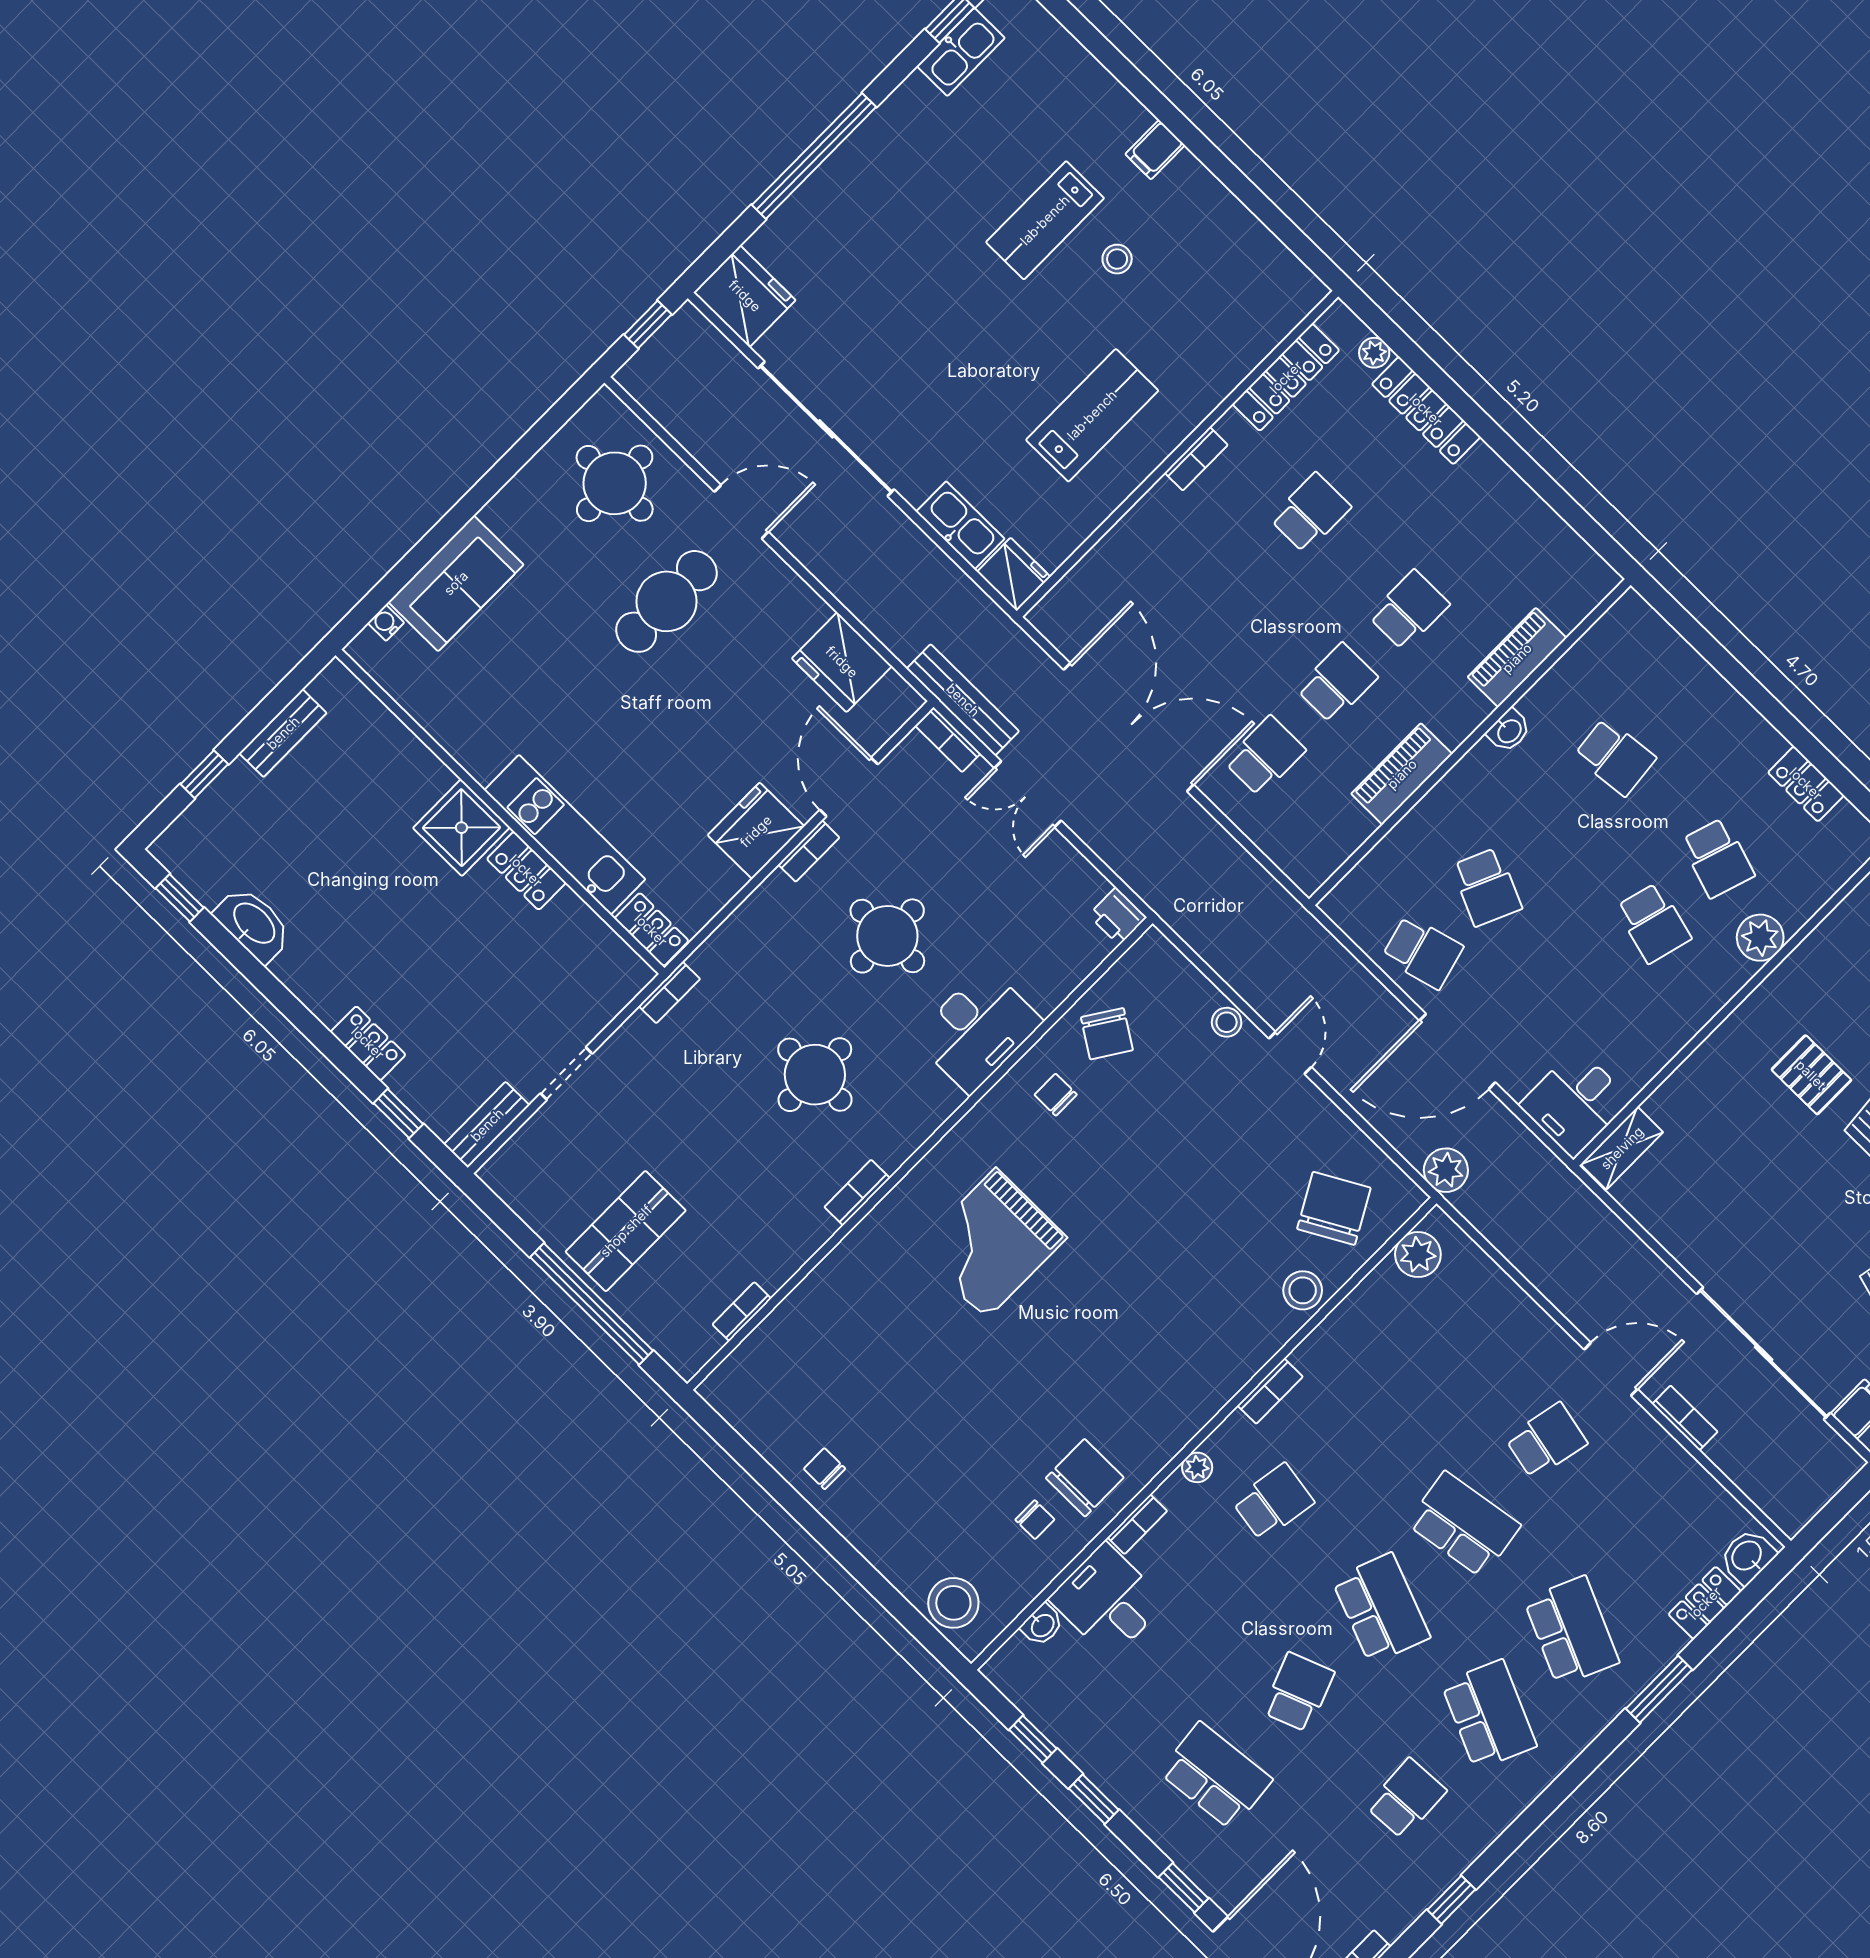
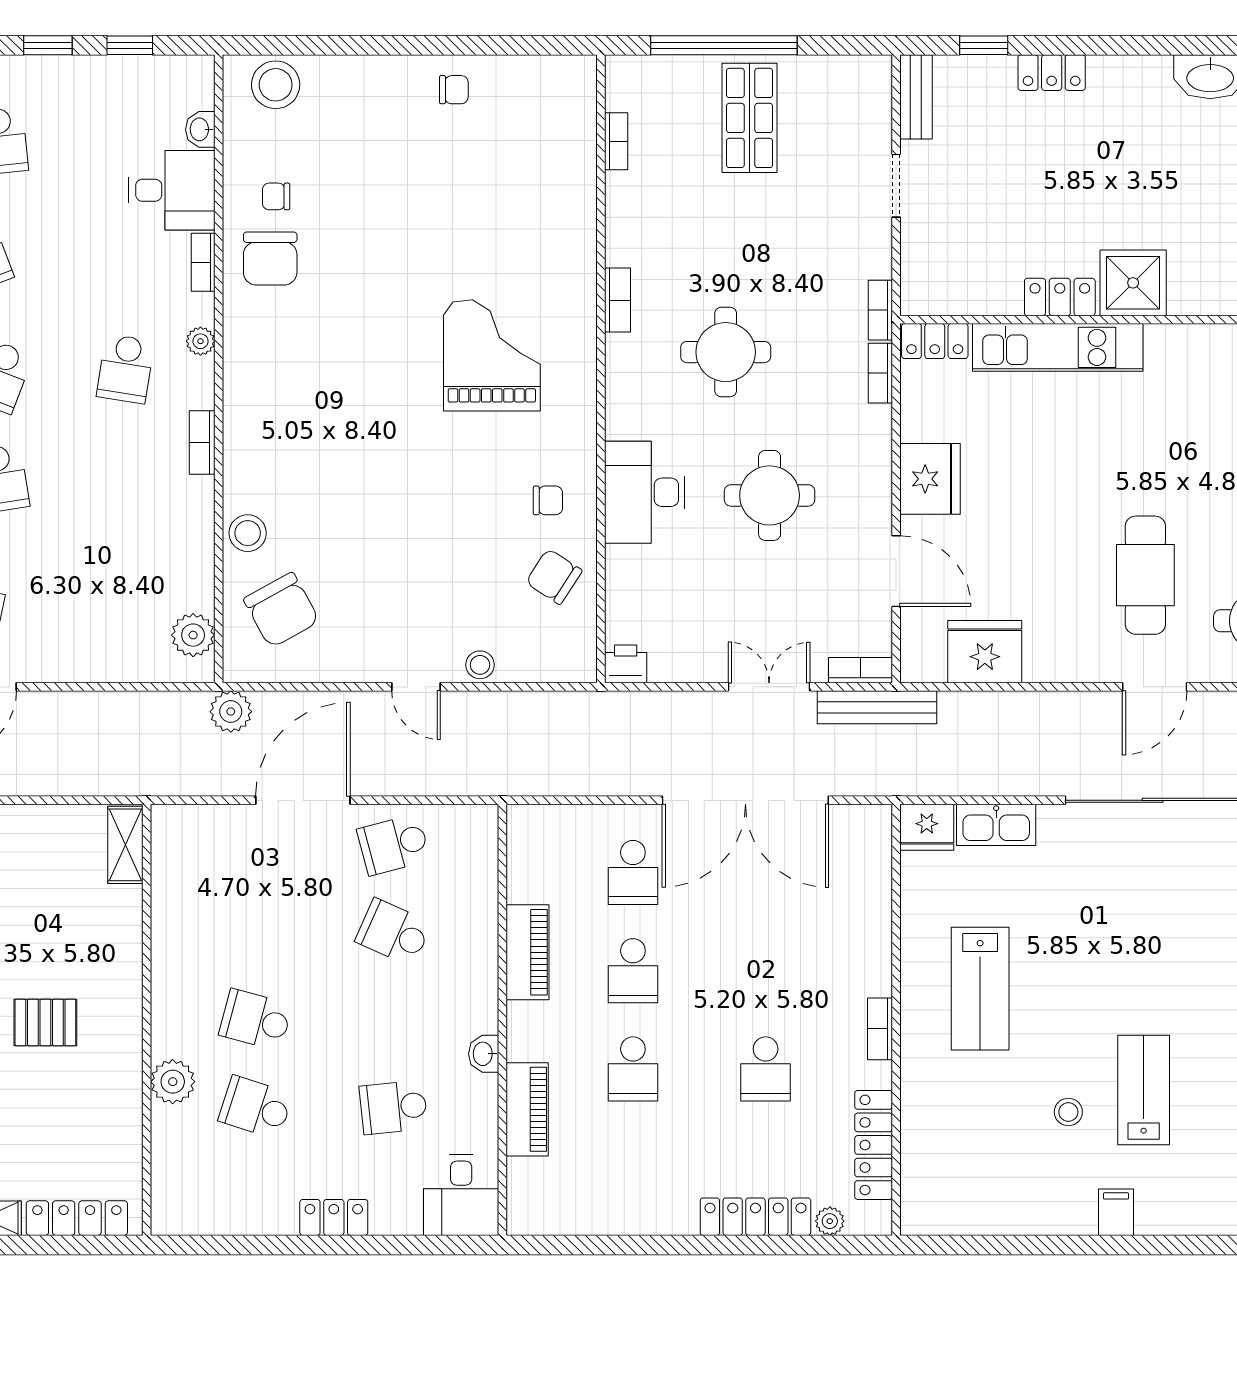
locker: (1806, 784) -> (334, 1217), moved
bookcase: (809, 851) -> (880, 373), moved
desk: (1575, 1103) -> (461, 1195), moved, turned 180

